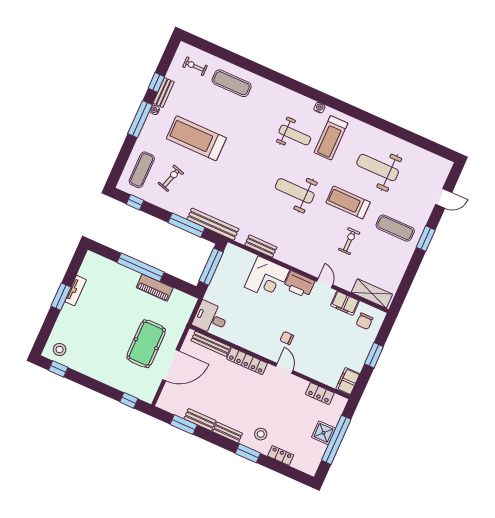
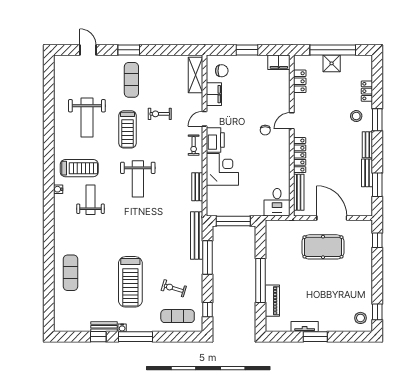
exercise bike: (195, 66) -> (194, 145), moved
piano: (155, 288) -> (272, 301), moved

